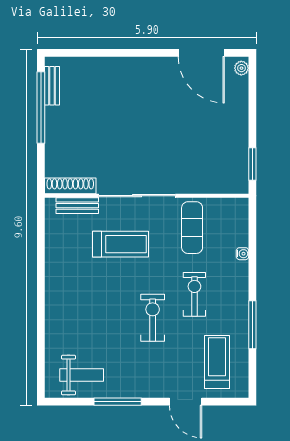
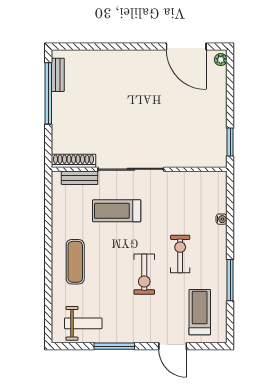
exercise mat: (192, 228) -> (75, 262), moved
treadmill: (120, 244) -> (117, 211), turned 180
exercise bike: (153, 318) -> (144, 274), turned 180

